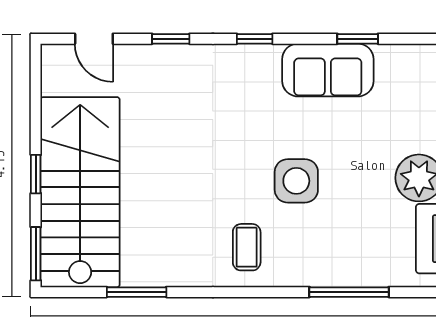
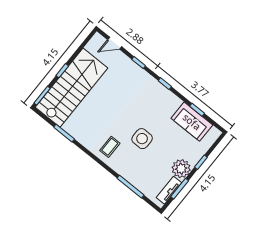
door: (94, 39) -> (115, 43), hinge flipped
sofa: (328, 70) -> (192, 122), moved

